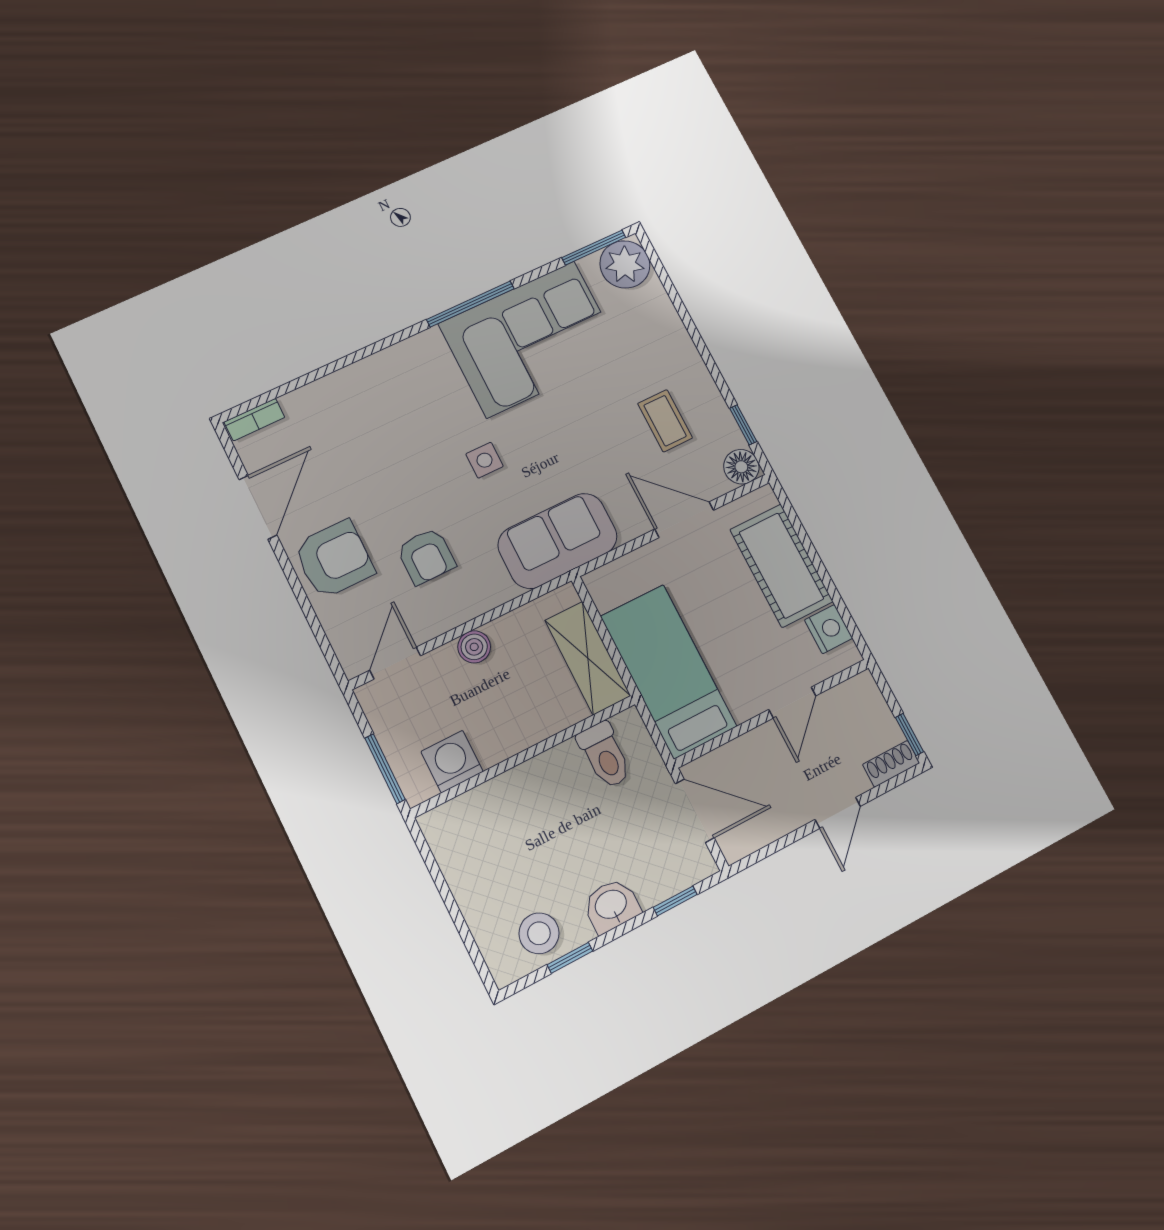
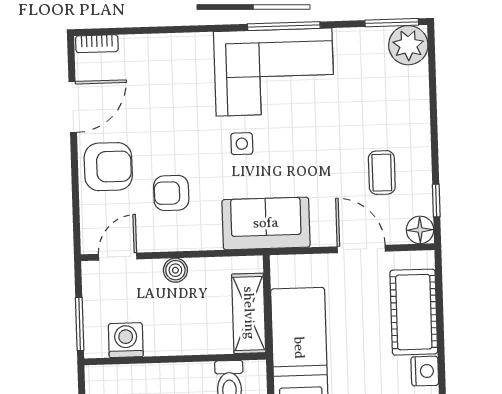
corner sofa: (531, 339) -> (274, 72), moved
armchair: (426, 556) -> (171, 193), turned 90

